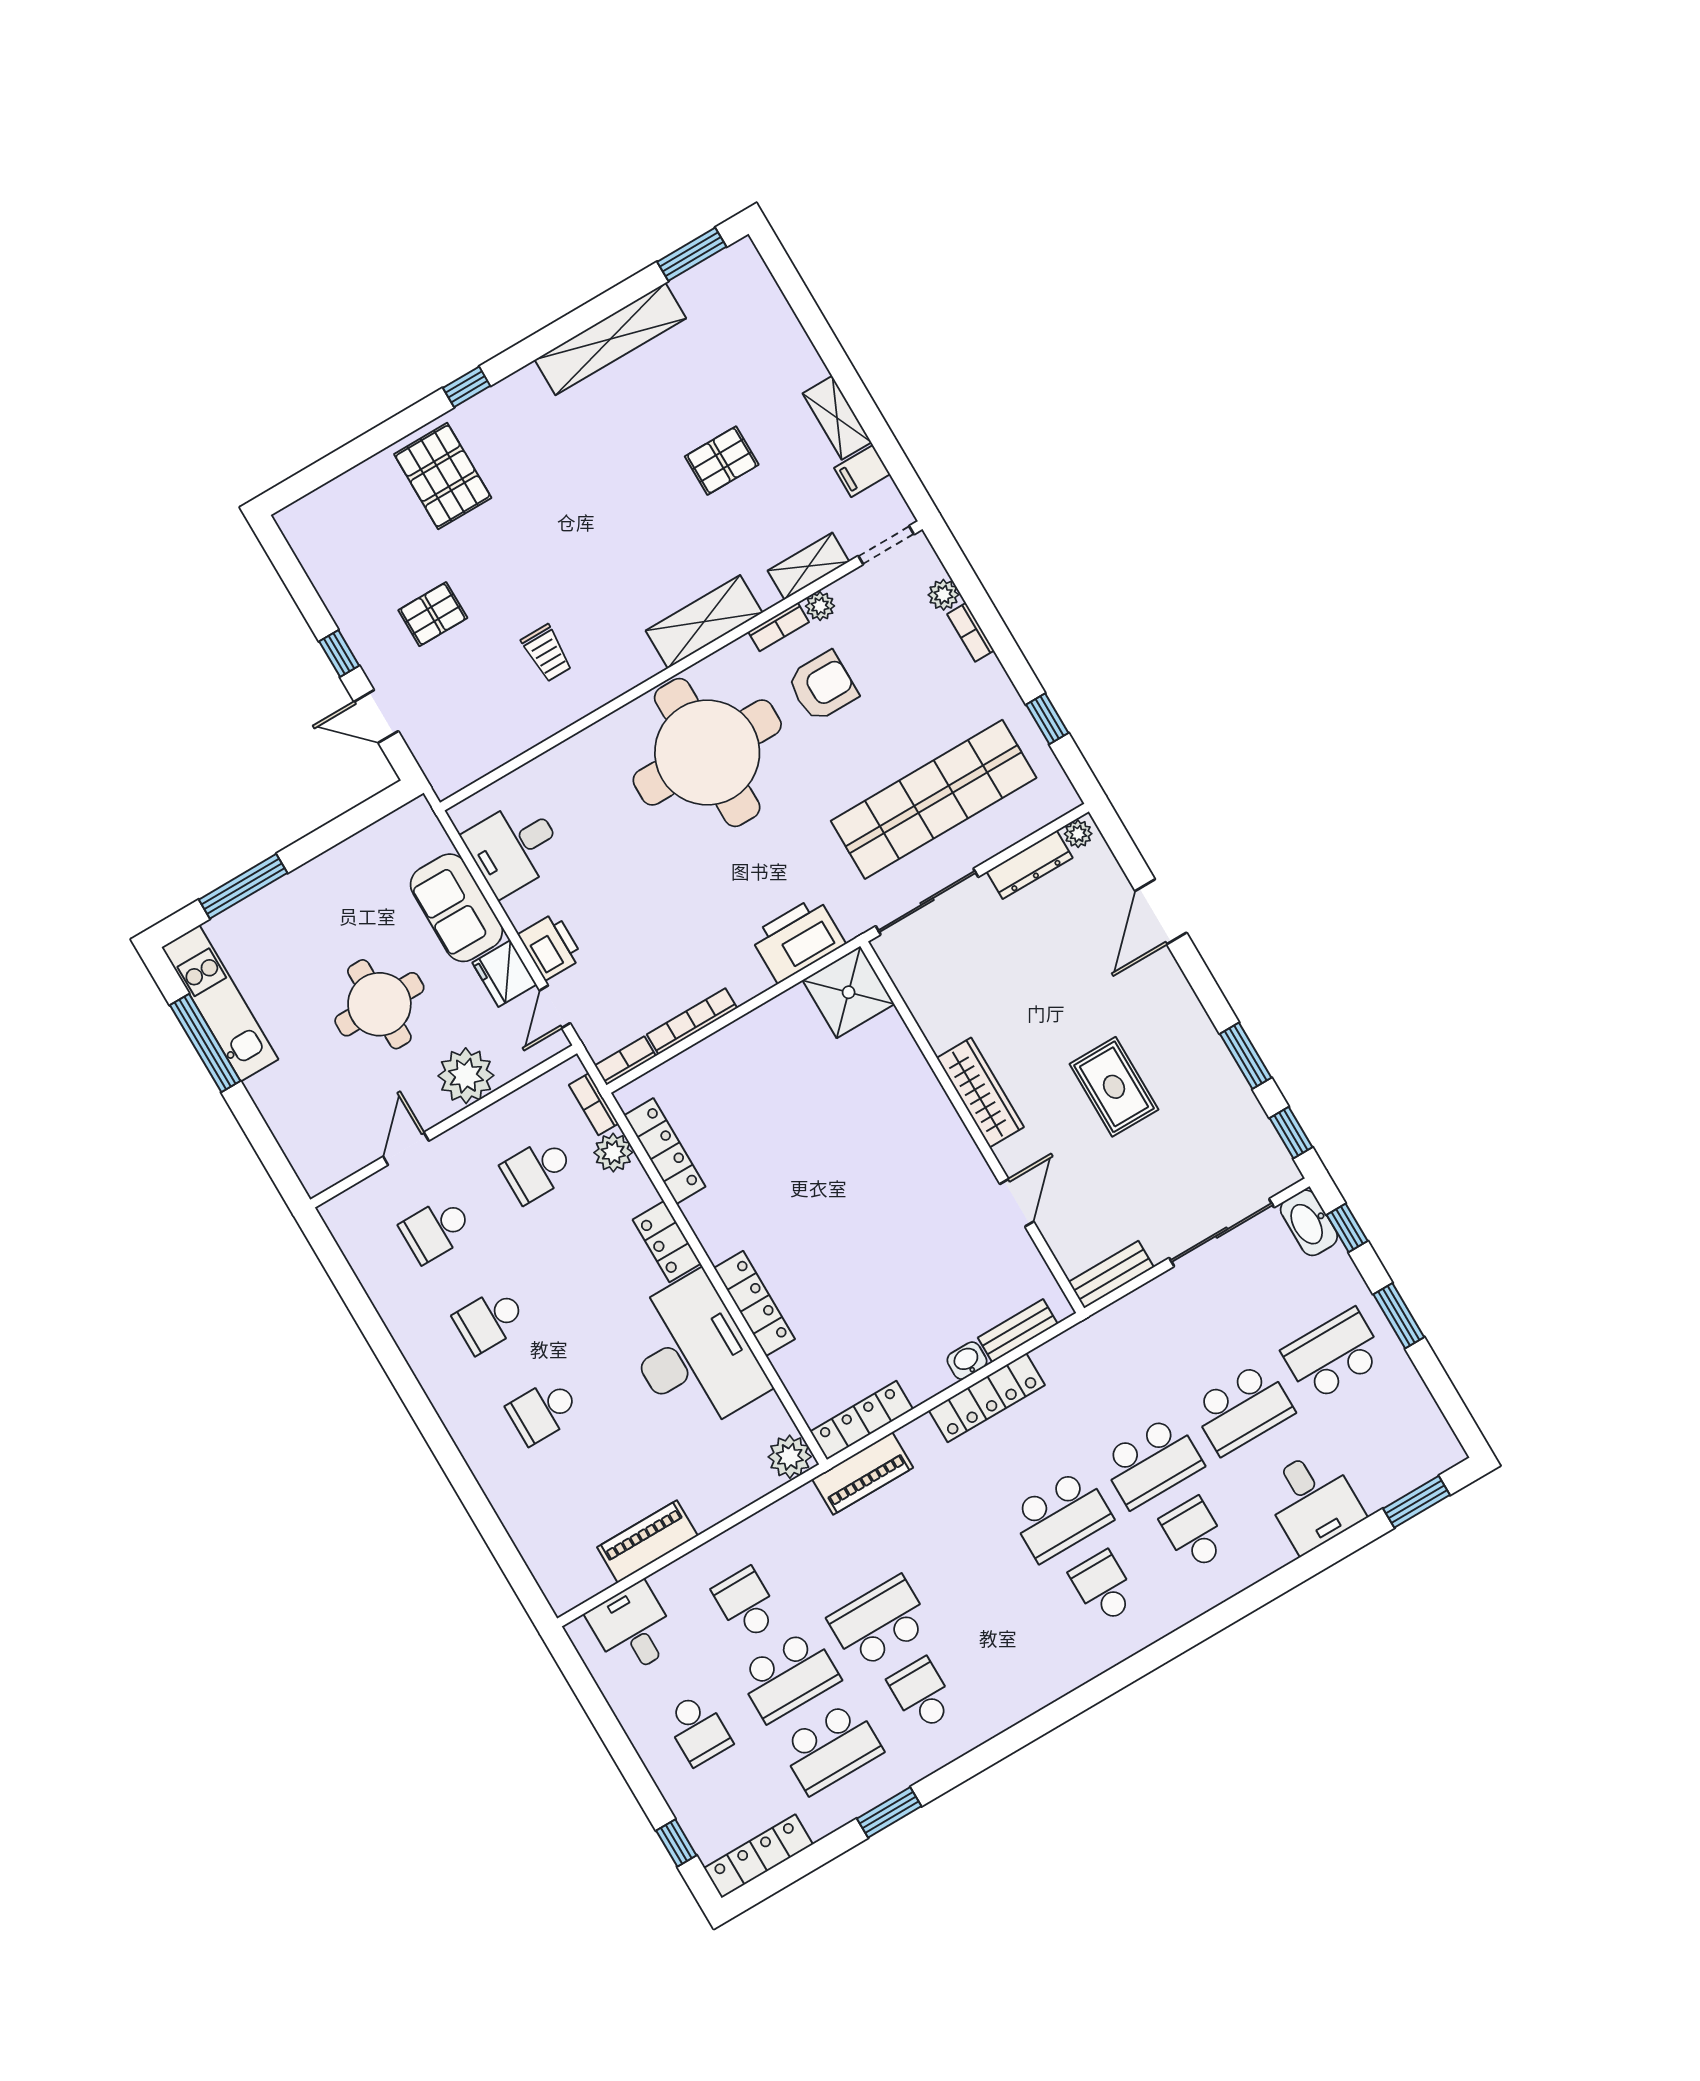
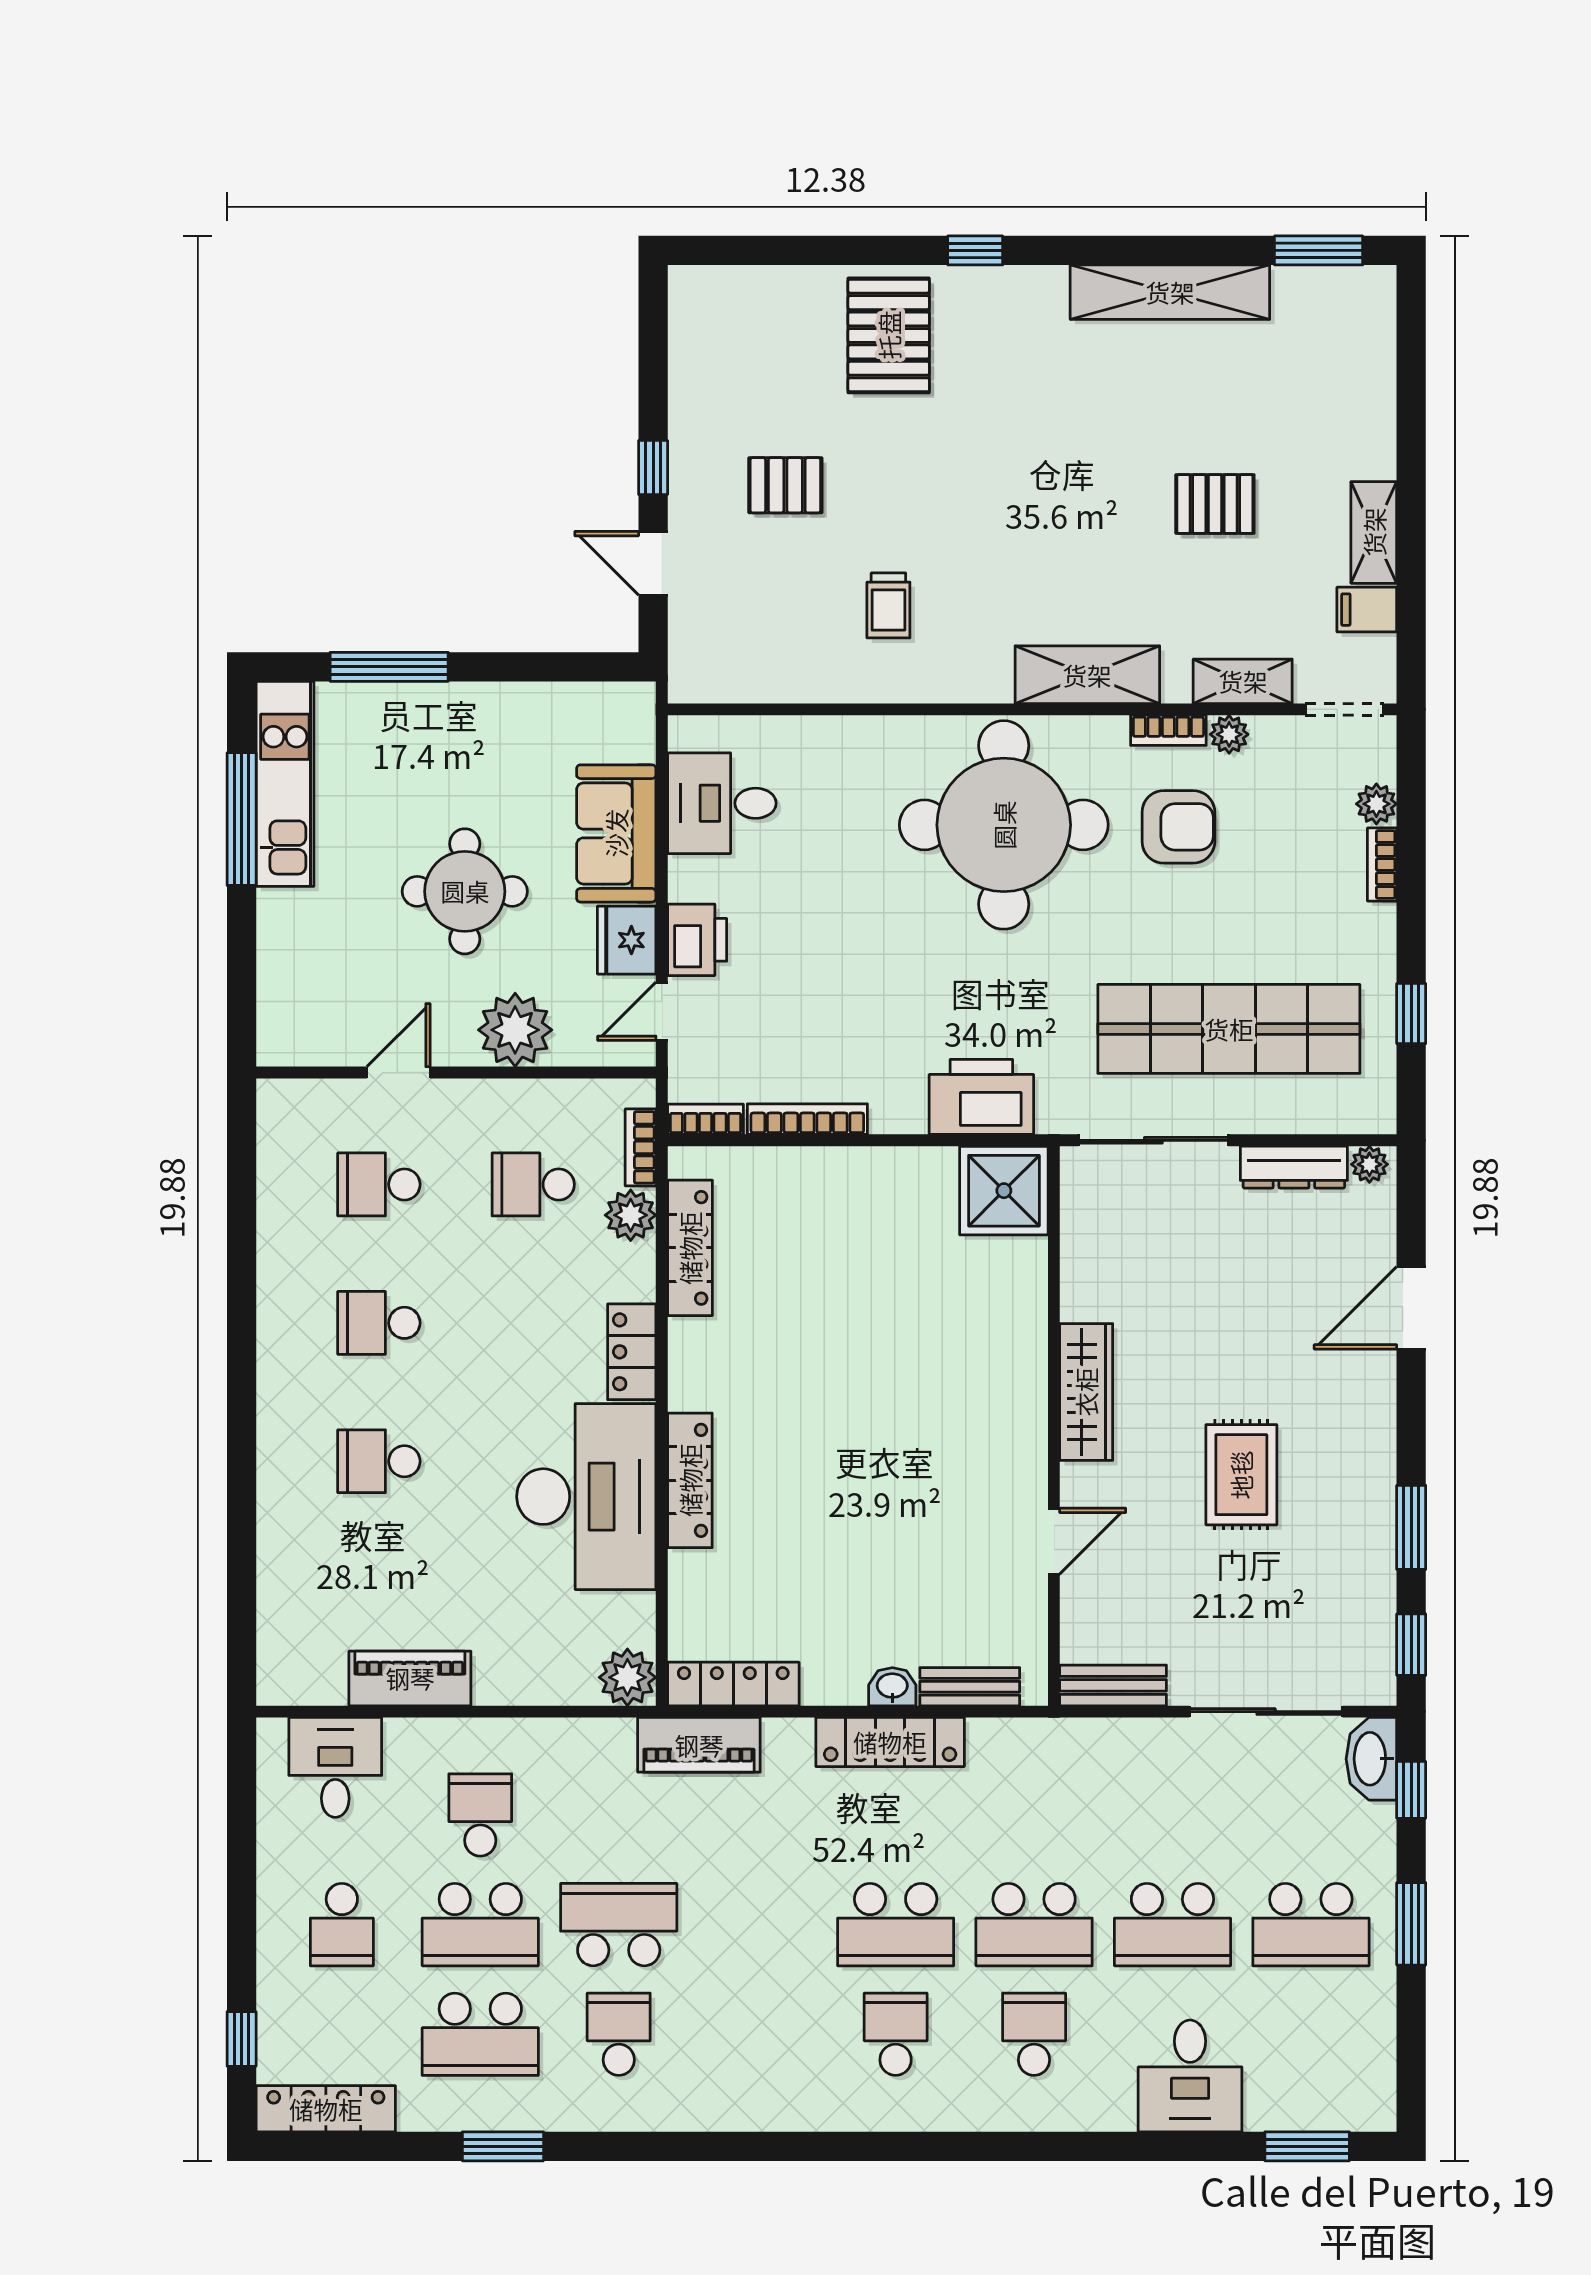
school desk: (1333, 1355) -> (1311, 1925), turned 180

